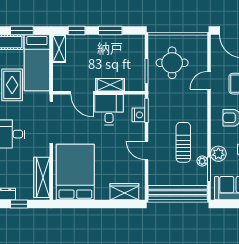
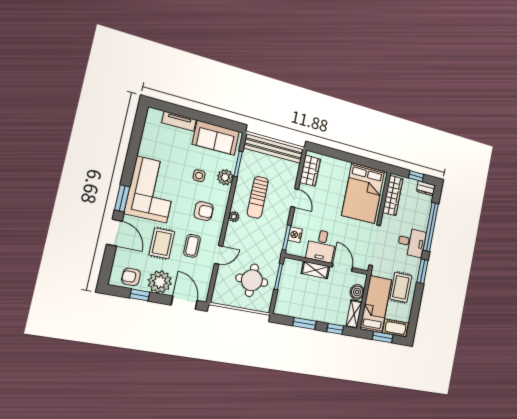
boiler: (61, 71) -> (357, 292), added
plant: (202, 161) -> (234, 217), moved
wardrobe: (124, 192) -> (310, 171), moved, turned -90

